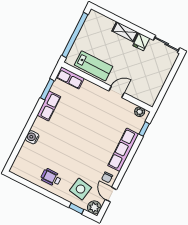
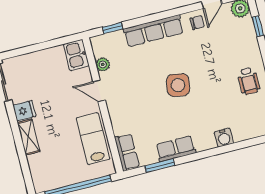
kitchen sink: (147, 96) -> (76, 55), added
plant: (140, 112) -> (103, 64), moved
side table: (81, 189) -> (178, 85), moved

